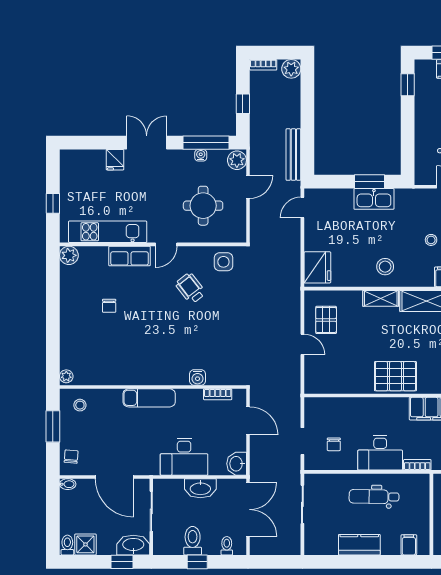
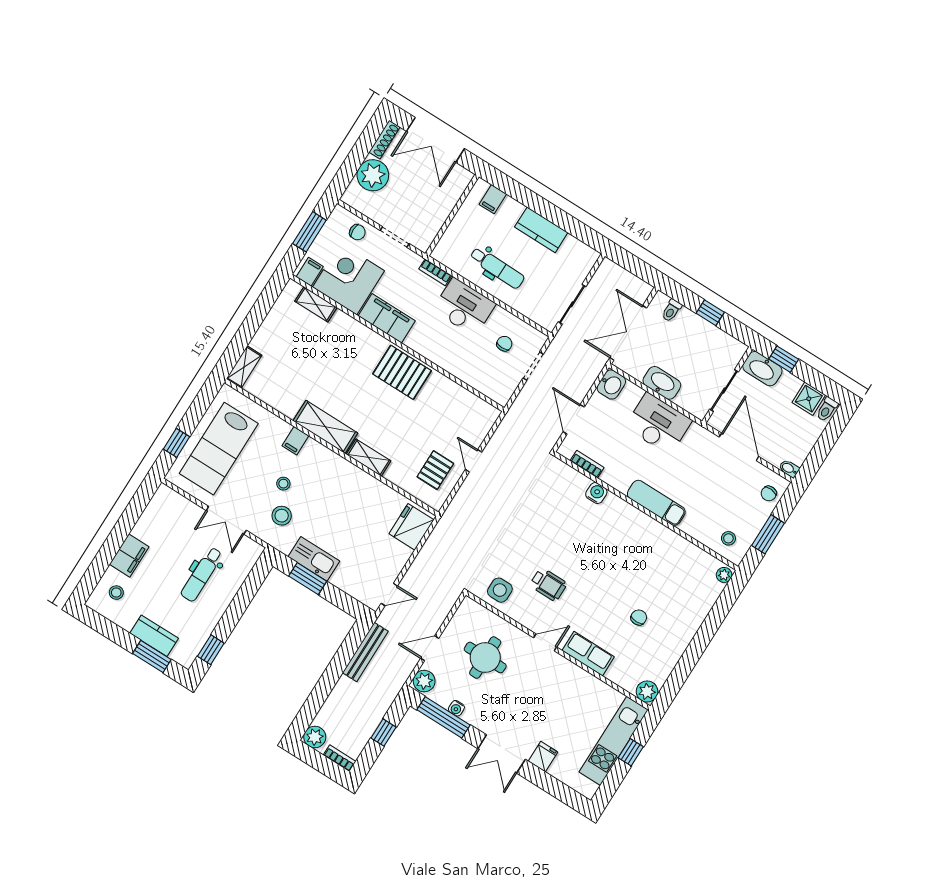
kitchen unit: (108, 232) -> (614, 741), moved, turned 90
stool: (385, 267) -> (282, 516), moved
wheelchair: (191, 288) -> (548, 584), turned -52
toilet: (193, 541) -> (702, 336), removed

